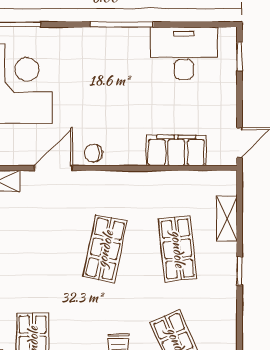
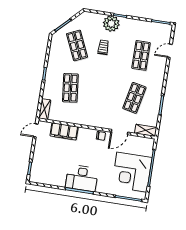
desk: (184, 53) -> (82, 178), moved
shelving: (227, 219) -> (45, 109), moved
shop shelf: (105, 249) -> (134, 98), moved

